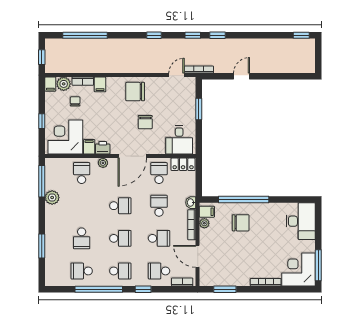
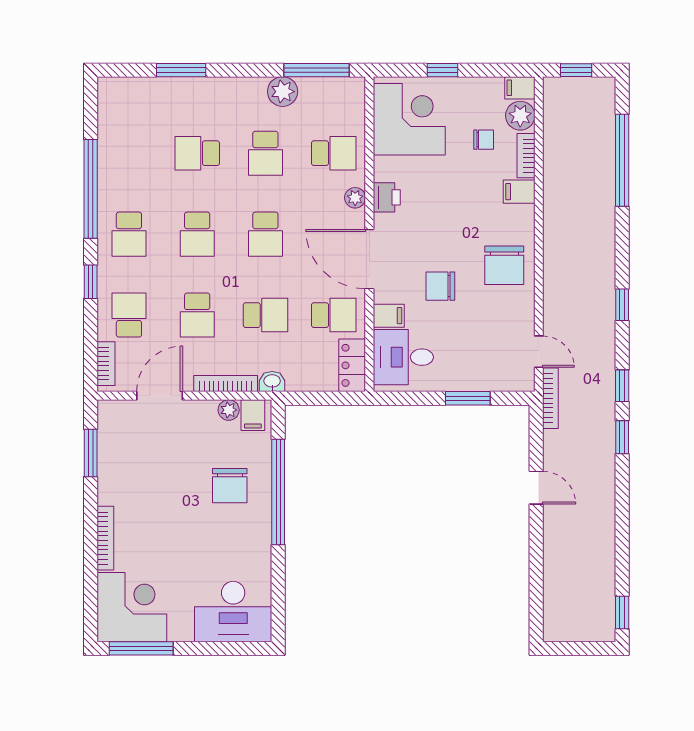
chair: (135, 92) -> (504, 265), turned 180
filing cabinet: (89, 147) -> (389, 316), moved
school desk: (82, 271) -> (265, 153), moved, turned 180

